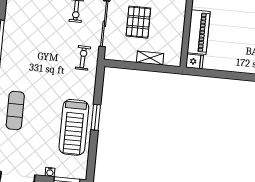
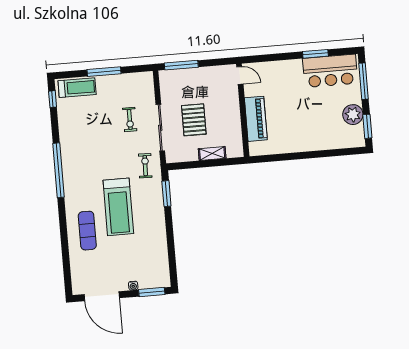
fridge: (194, 61) -> (257, 149), removed
window: (96, 117) -> (166, 194), moved
treadmill: (74, 127) -> (118, 207), moved

